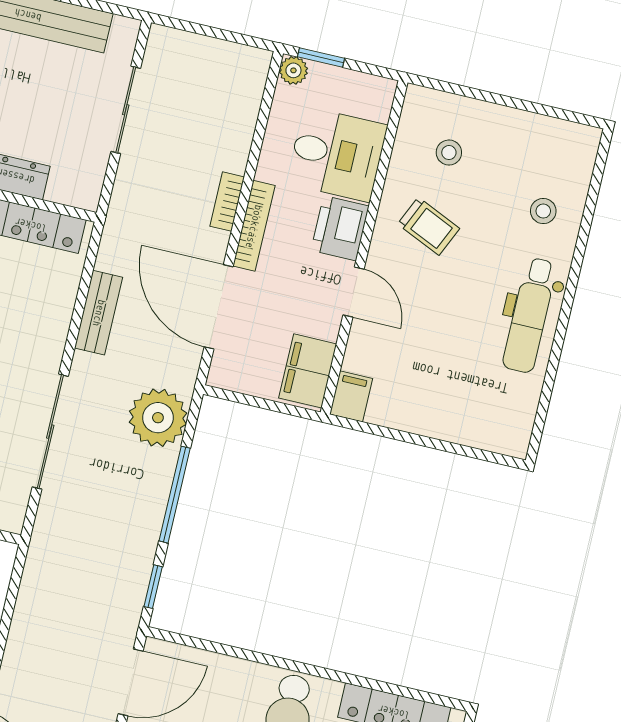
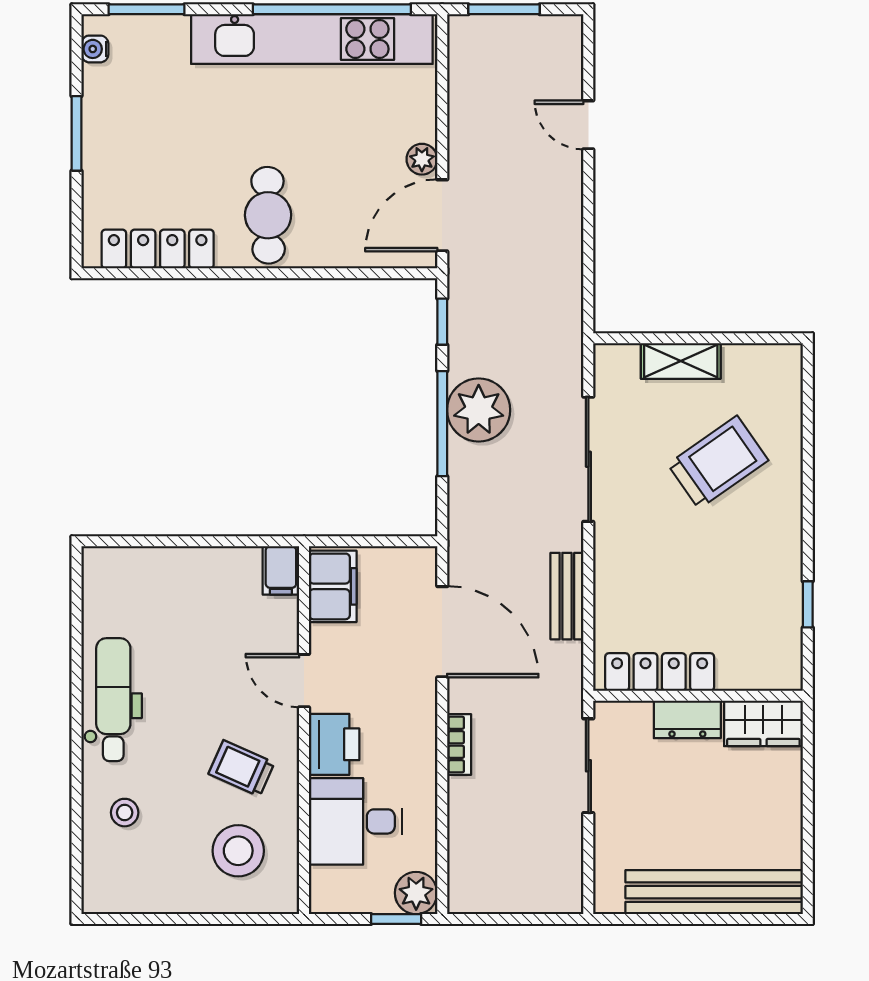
plant: (293, 70) -> (416, 893), width x1.38, depth x1.38
sliding door: (126, 110) -> (588, 766), moved
stool: (449, 153) -> (238, 851), width x1.89, depth x1.89
bookcase: (254, 226) -> (425, 726), removed
plant: (158, 418) -> (479, 410), moved

